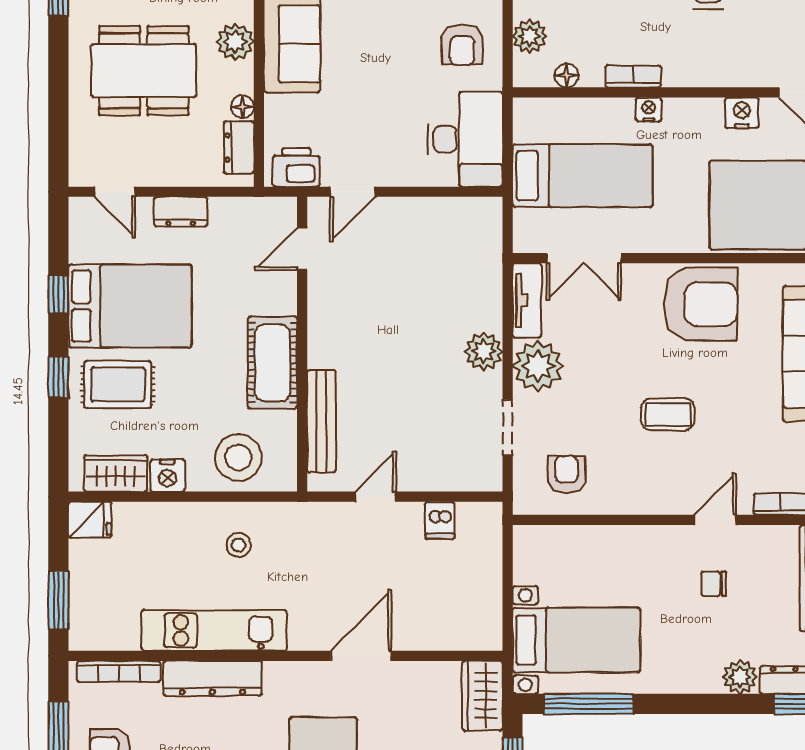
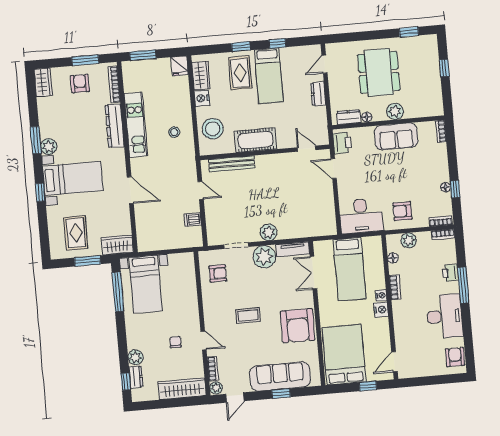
nightstand: (742, 113) -> (381, 310), moved
bed: (130, 306) -> (269, 76), width x0.67
coffee table: (668, 414) -> (248, 316), turned 90

